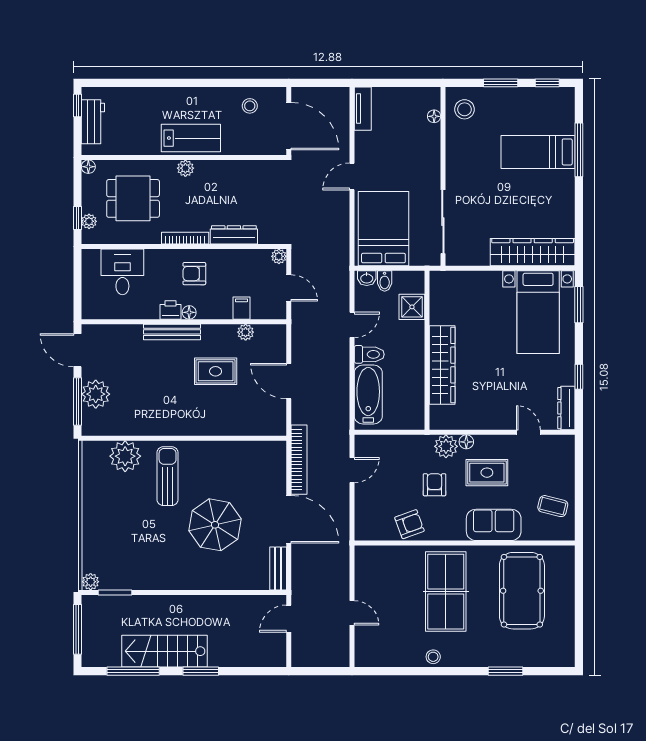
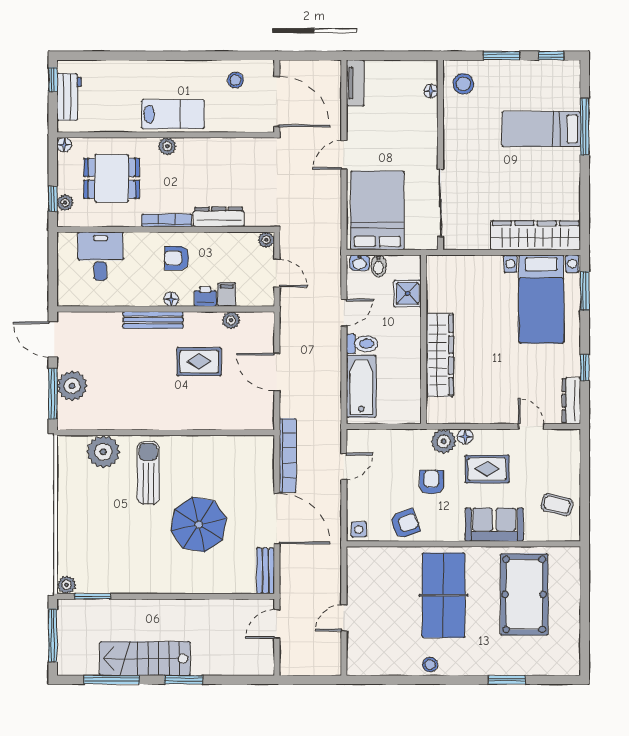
printer: (170, 310) -> (205, 297), moved
side table: (366, 529) -> (359, 529), added
door: (352, 613) -> (344, 618), swing flipped

